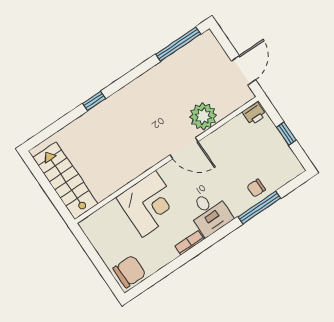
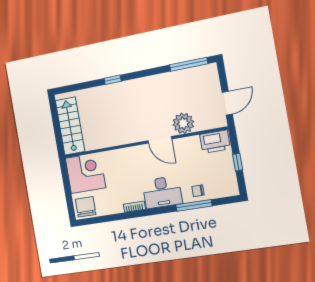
printer: (254, 113) -> (215, 142), width x1.87, depth x1.48
corner desk: (149, 204) -> (86, 173), moved, turned -90
desk: (209, 213) -> (162, 192), width x1.37
chair: (129, 272) -> (86, 207), turned -90

